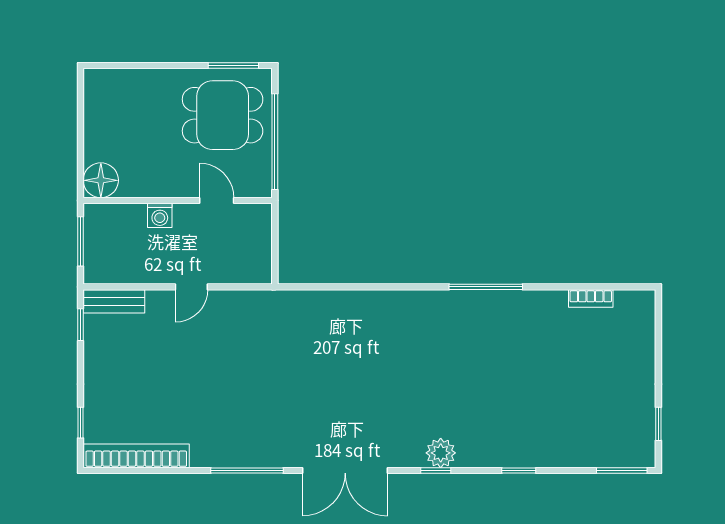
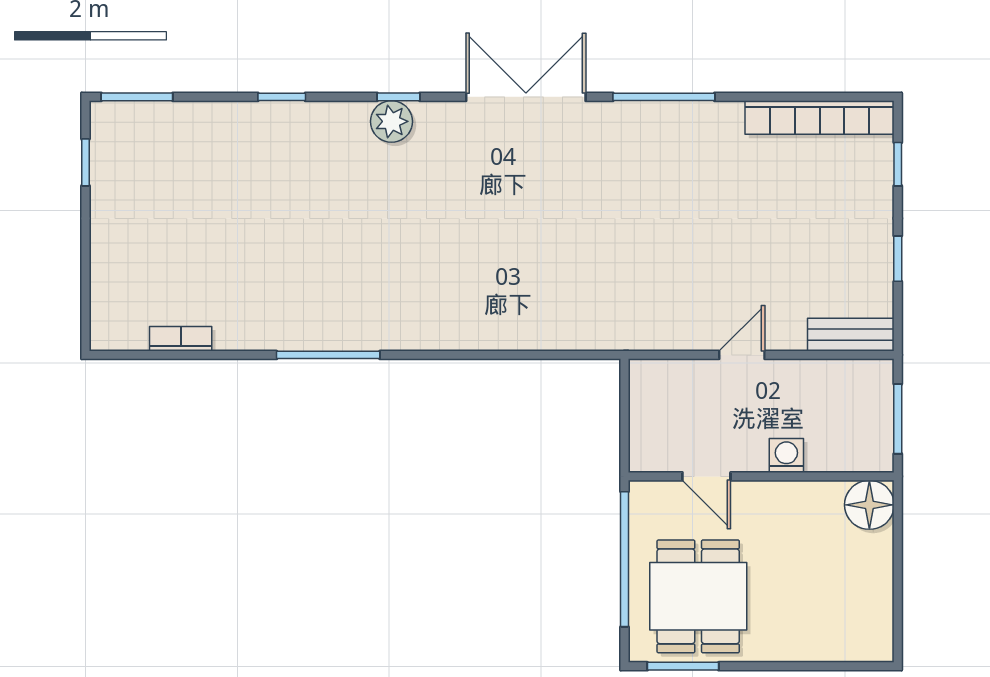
dining table: (223, 115) -> (698, 596), turned 90
window: (81, 325) -> (898, 259), moved

